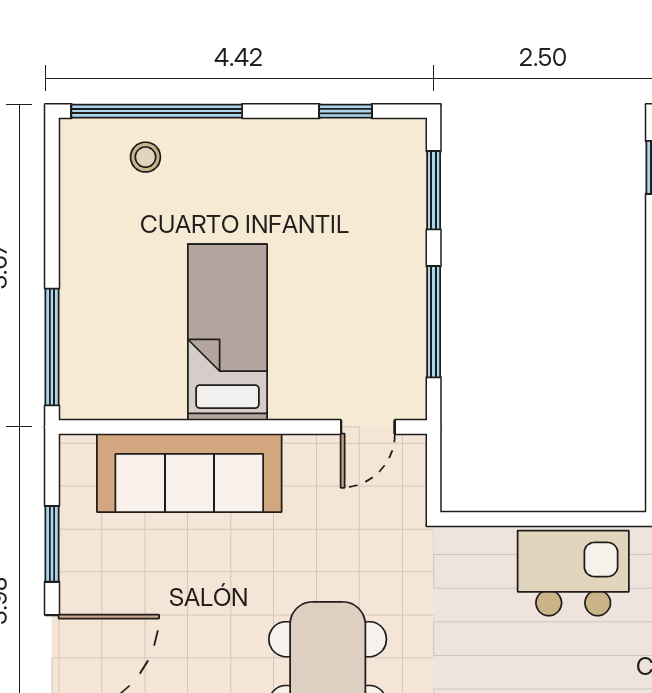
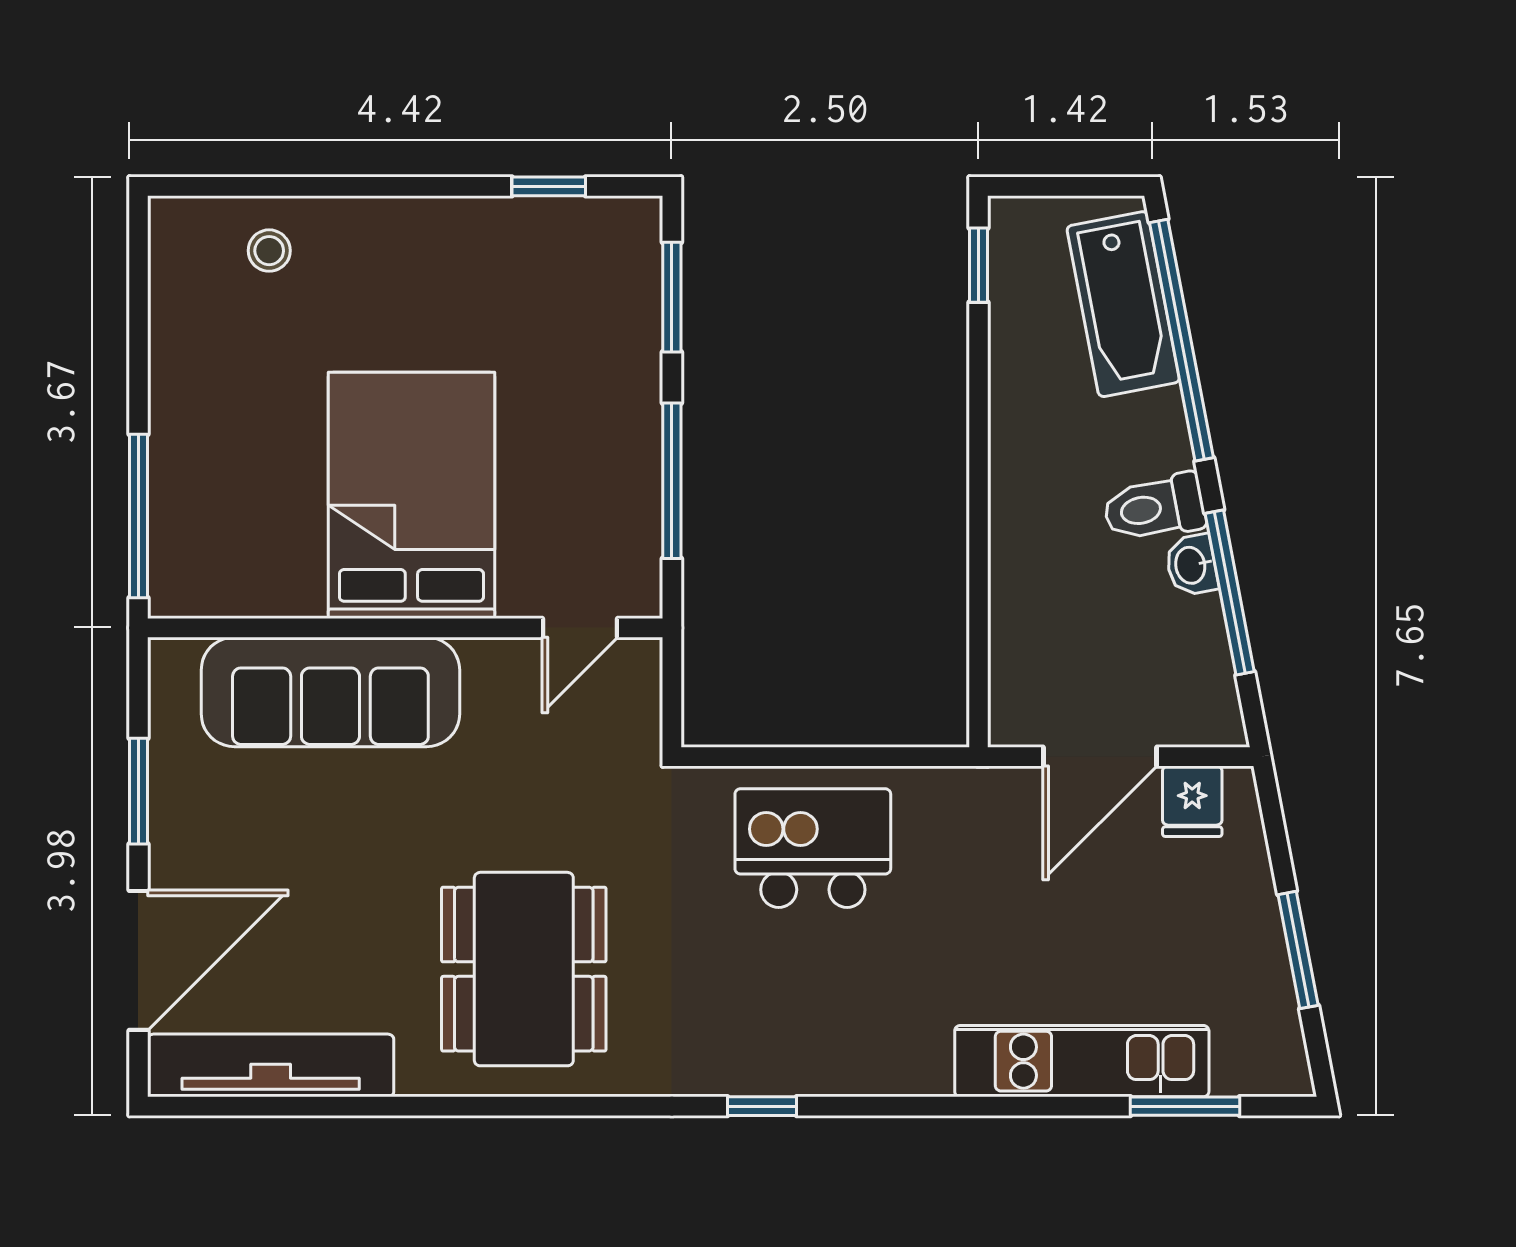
window: (157, 111) -> (285, 186), removed
bed: (227, 332) -> (411, 495), width x1.50
kitchen island: (573, 573) -> (813, 848), moved

